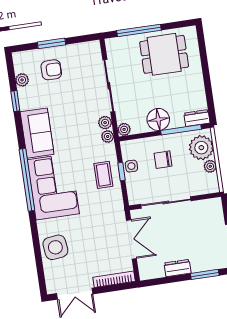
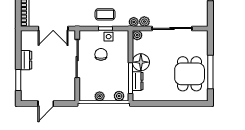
window: (139, 30) -> (210, 72), moved
dresser: (197, 118) -> (138, 81), moved
plant: (201, 148) -> (119, 96), width x0.53, depth x0.53
chair: (163, 160) -> (101, 54), moved

